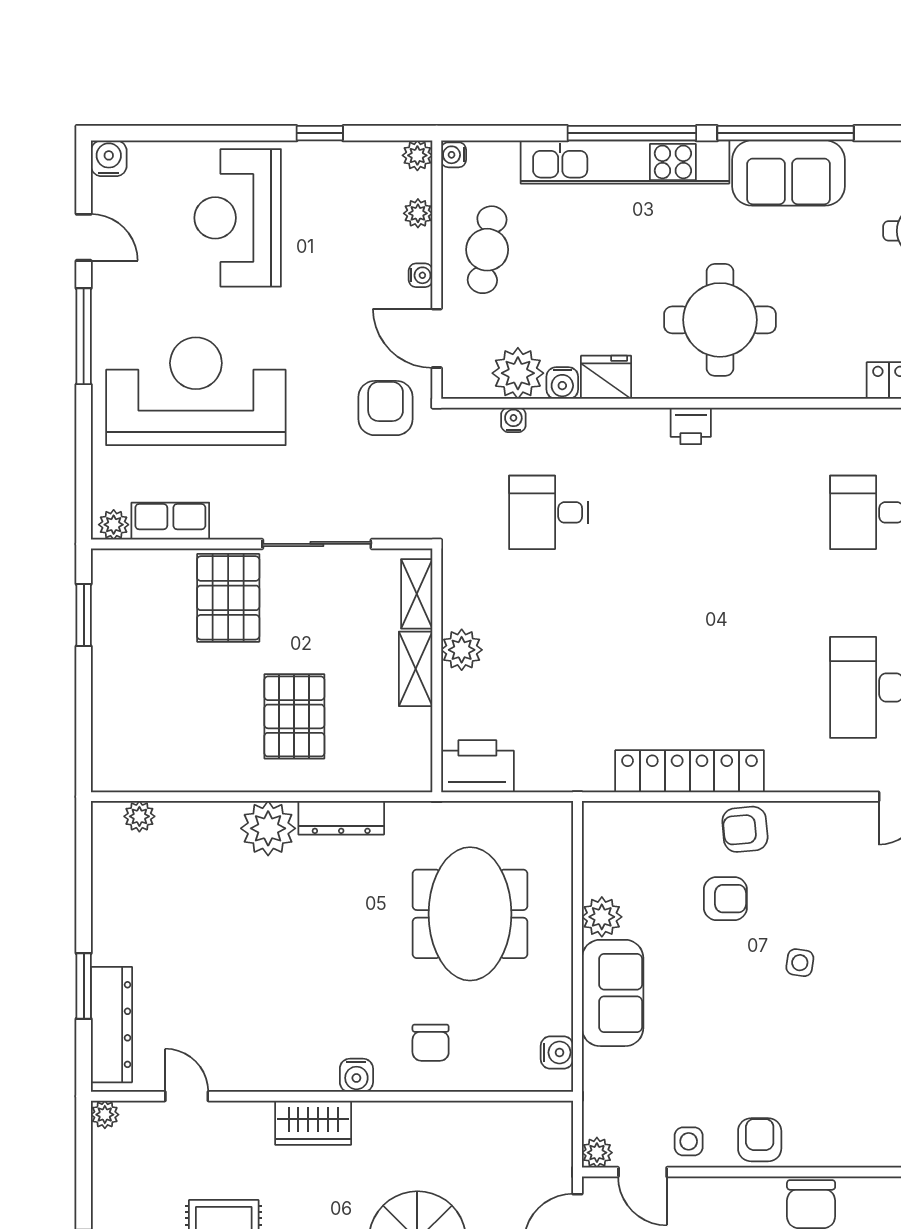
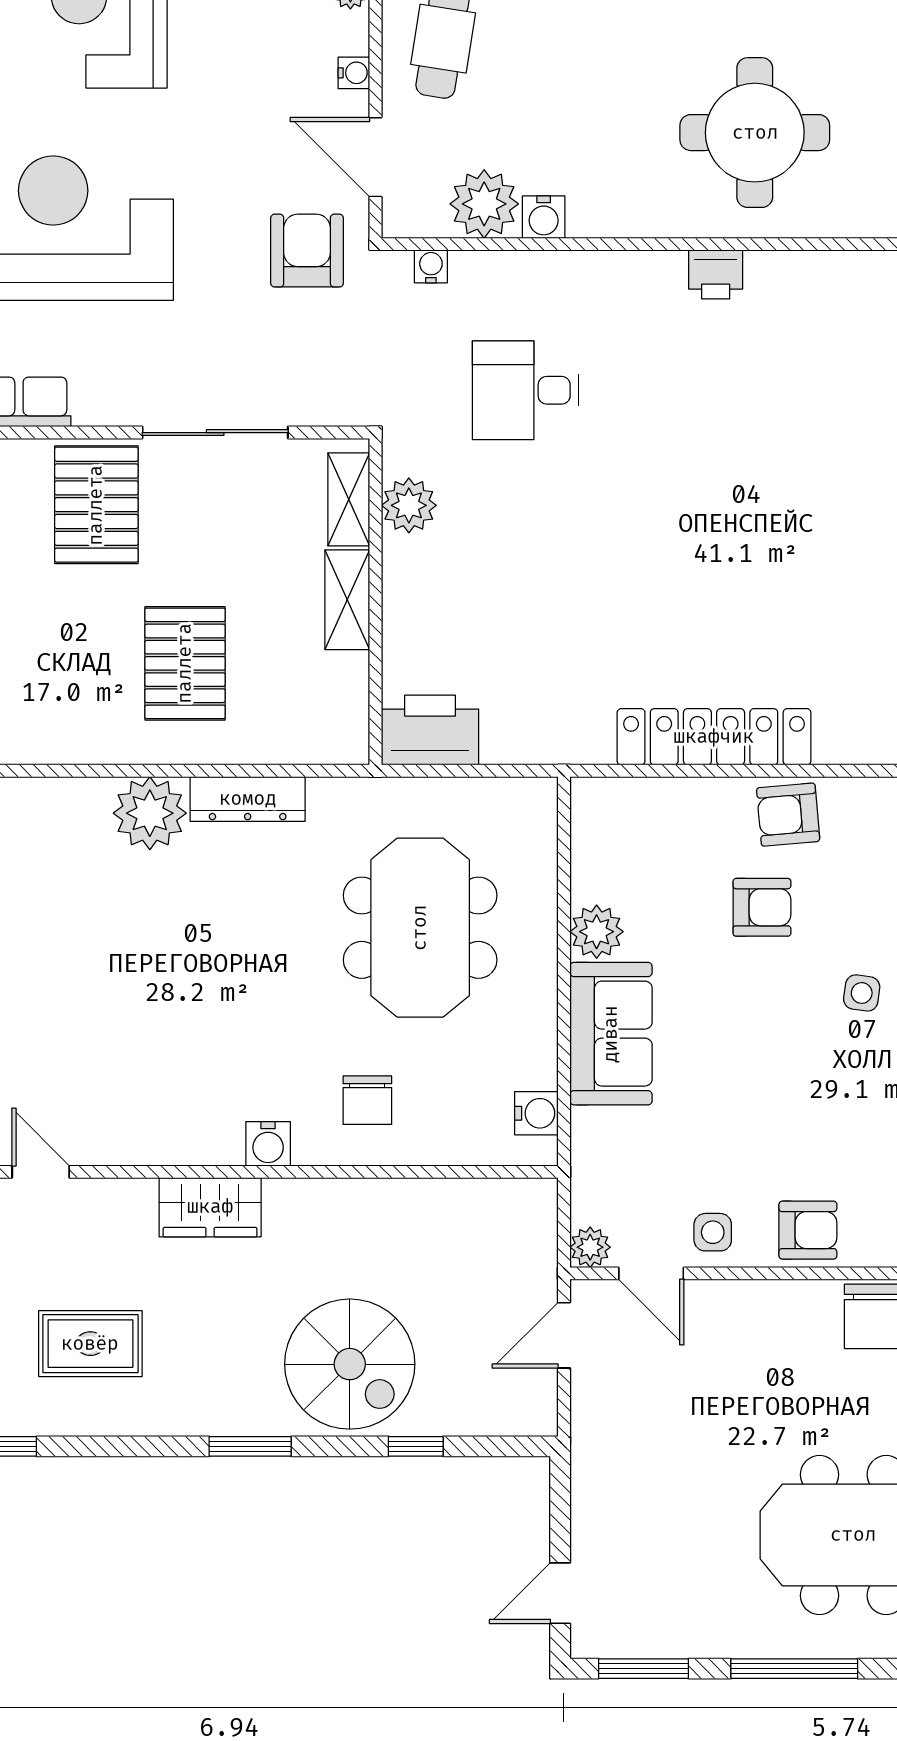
fridge: (606, 377) -> (602, 209), removed
water cooler: (513, 420) -> (431, 266), moved
plant: (462, 650) -> (409, 505), moved
armchair: (760, 1140) -> (808, 1230), turned 90

